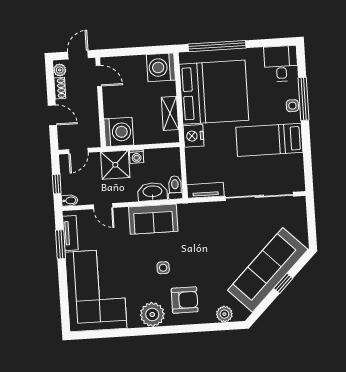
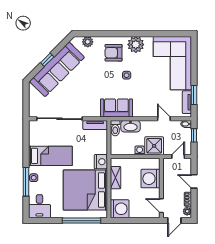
washing machine: (119, 132) -> (150, 179), moved
sofa: (153, 219) -> (116, 108), moved

